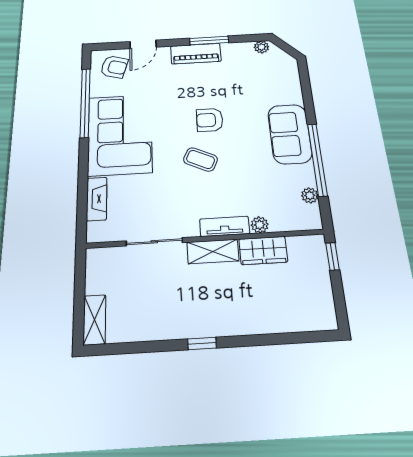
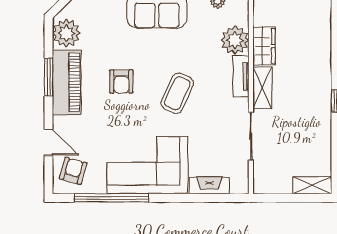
plant: (261, 47) -> (66, 33), width x1.88, depth x1.88
piano: (196, 54) -> (67, 82), width x1.37, depth x1.33
armchair: (210, 120) -> (121, 81), moved
coffee table: (200, 159) -> (177, 93), width x1.36, depth x1.30
plant: (260, 225) -> (235, 40), width x1.88, depth x1.88

